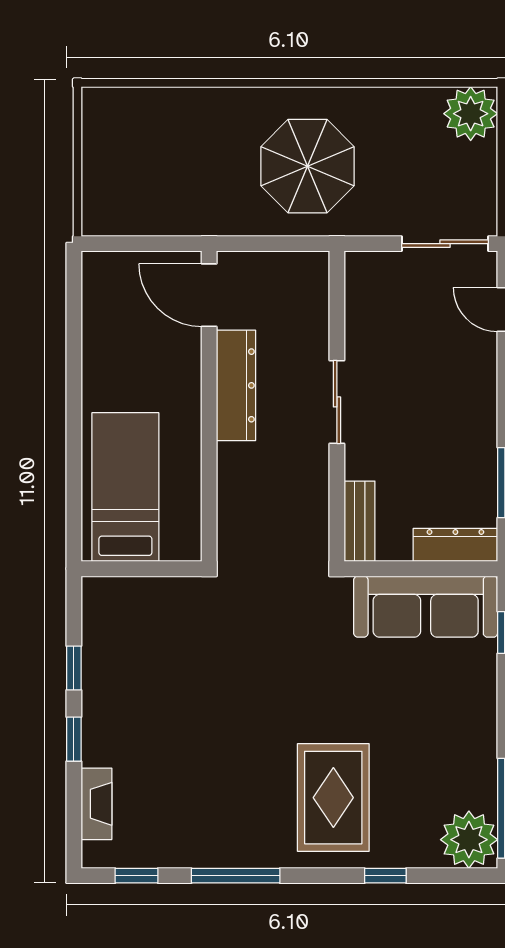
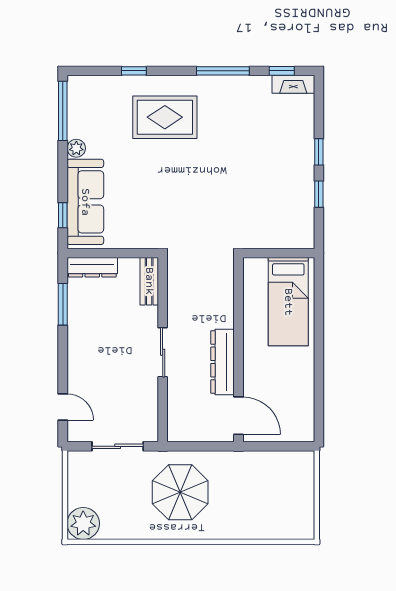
sliding door: (445, 244) -> (118, 446), moved
sofa: (426, 607) -> (85, 202), moved, turned 90
rug: (333, 798) -> (165, 117), turned 90
fireplace: (97, 804) -> (293, 84), moved, turned -90
plant: (469, 840) -> (76, 148), moved, width x0.53, depth x0.53

